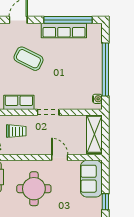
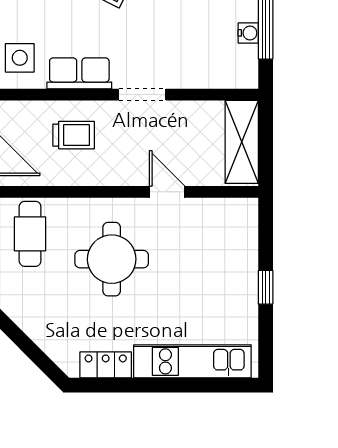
water cooler: (97, 99) -> (248, 33), moved
sofa: (91, 179) -> (235, 238), removed

